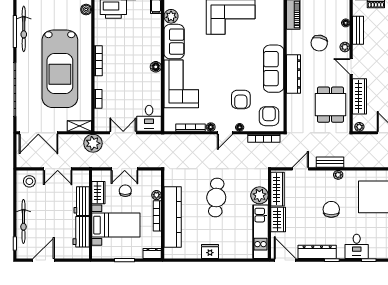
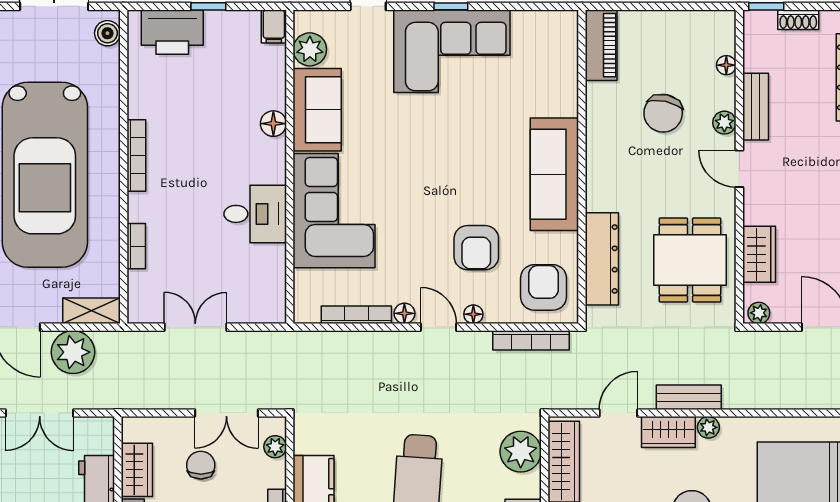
bench: (358, 30) -> (756, 107), moved
floor lamp: (156, 67) -> (273, 124), moved
dresser: (293, 74) -> (602, 259), moved
wardrobe: (359, 96) -> (759, 254), width x0.67
desk: (149, 118) -> (255, 214), moved, turned -90
door: (225, 133) -> (438, 327), swing flipped
plant: (93, 143) -> (73, 352), moved
double door: (125, 169) -> (226, 413), moved
wardrobe: (321, 177) -> (668, 432), added
plant: (156, 195) -> (275, 447), moved
plant: (259, 195) -> (521, 452), moved

